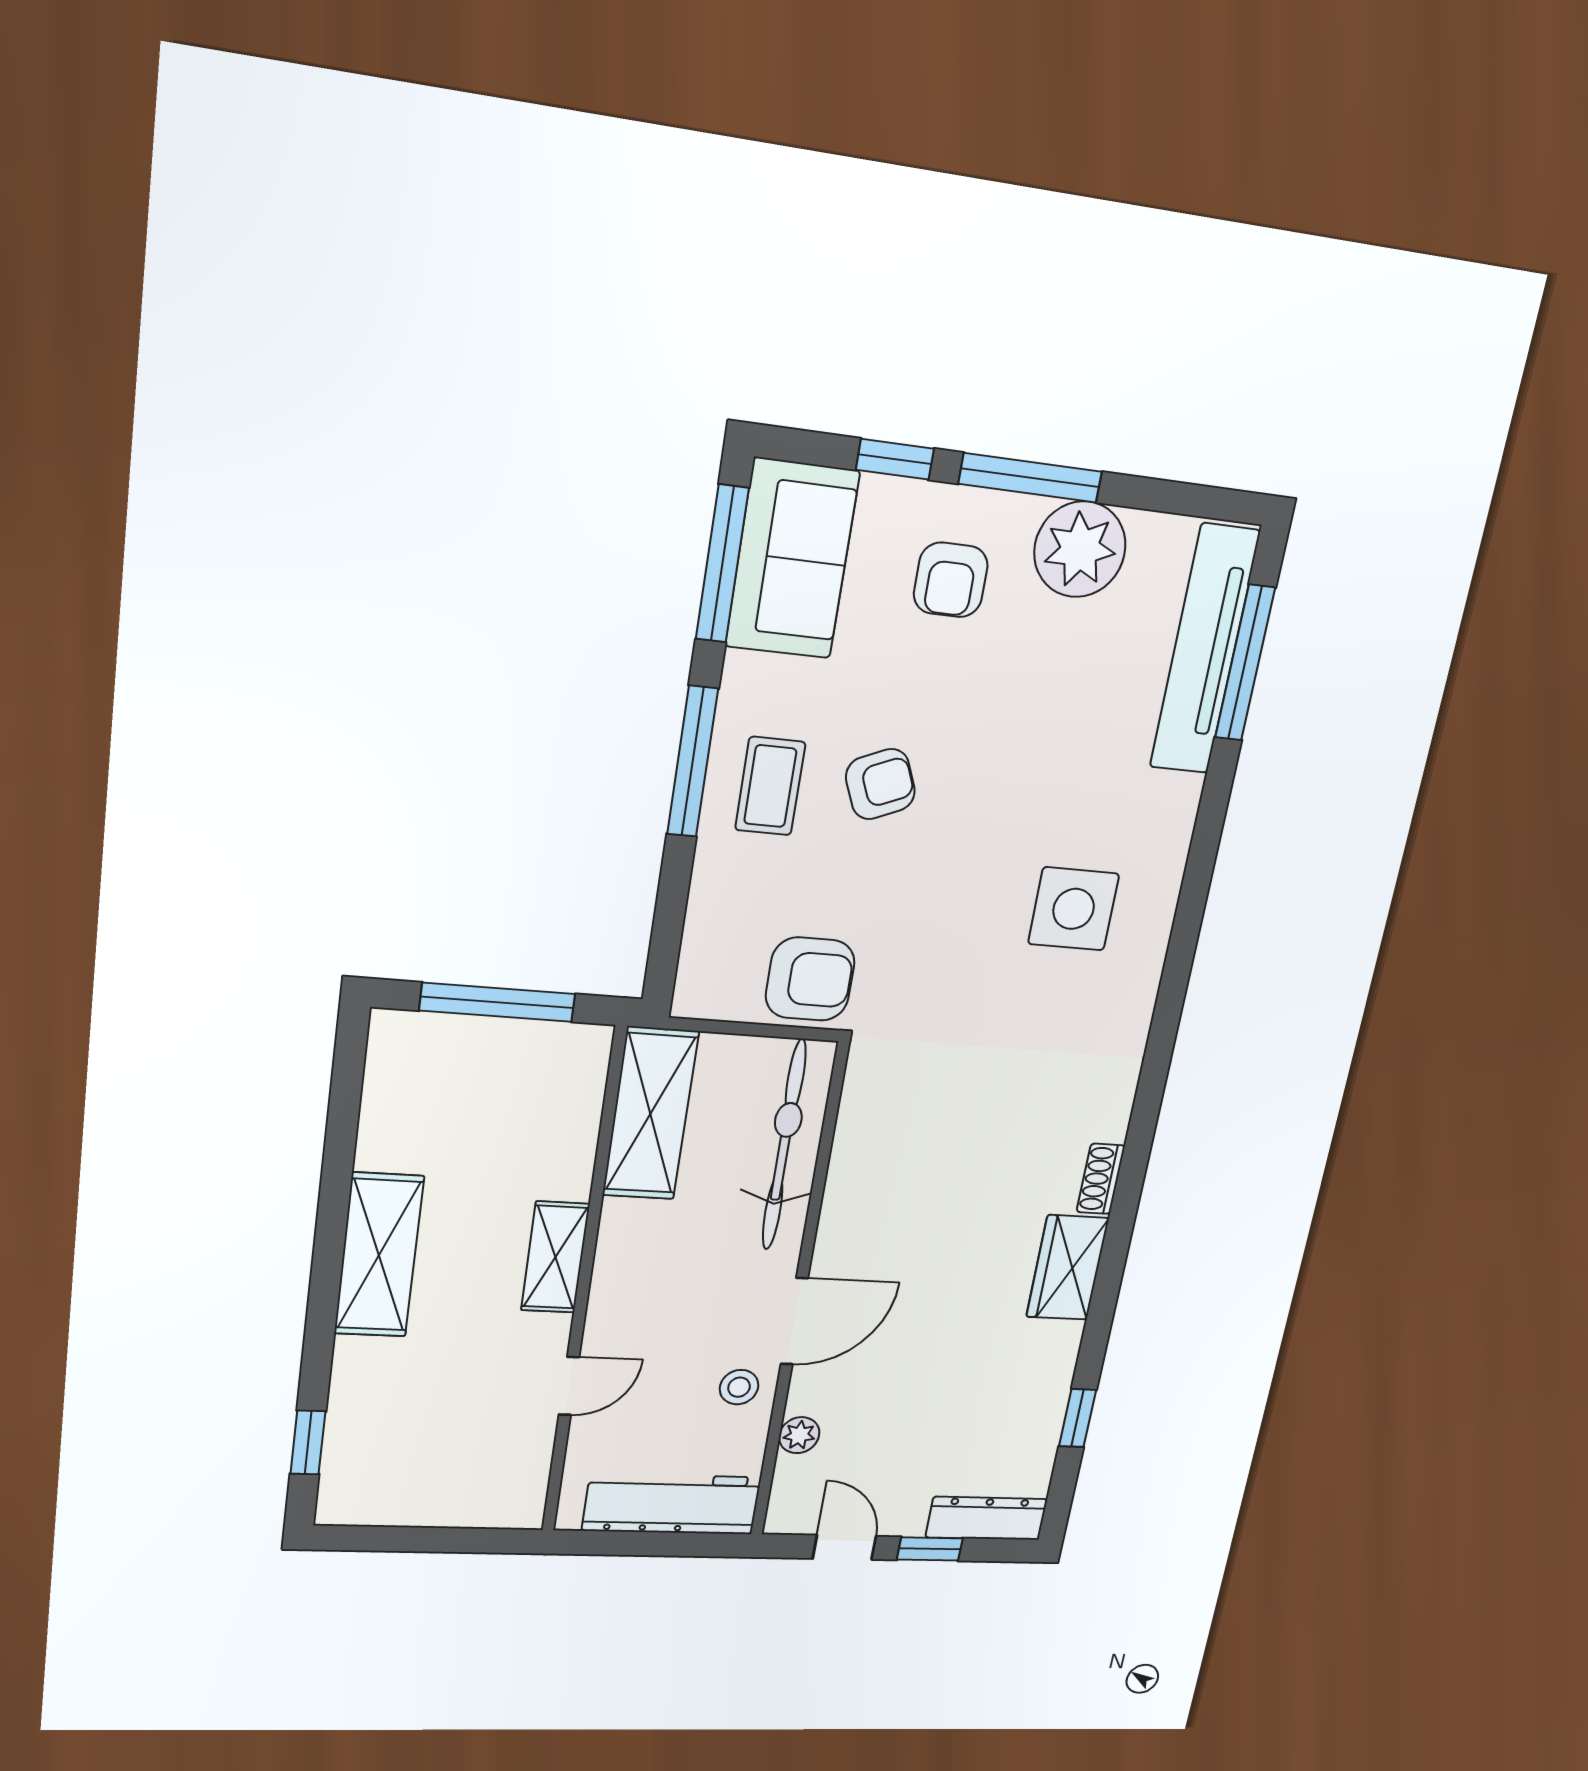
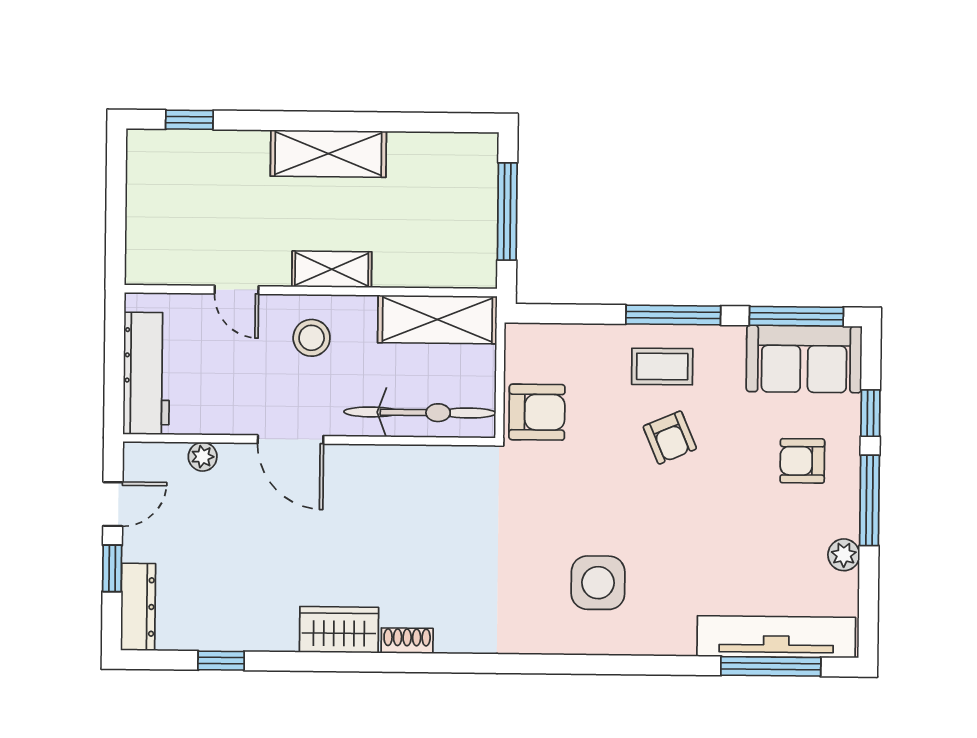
plant: (1080, 549) -> (844, 555), width x0.53, depth x0.53
armchair: (810, 979) -> (537, 412), turned -90
stool: (739, 1387) -> (312, 338), moved, width x1.37, depth x1.37

